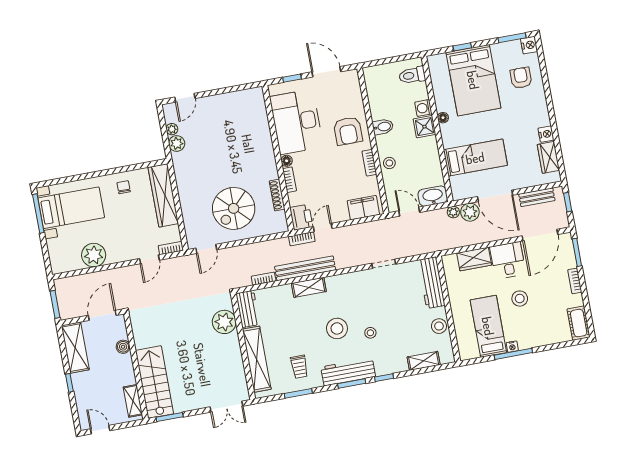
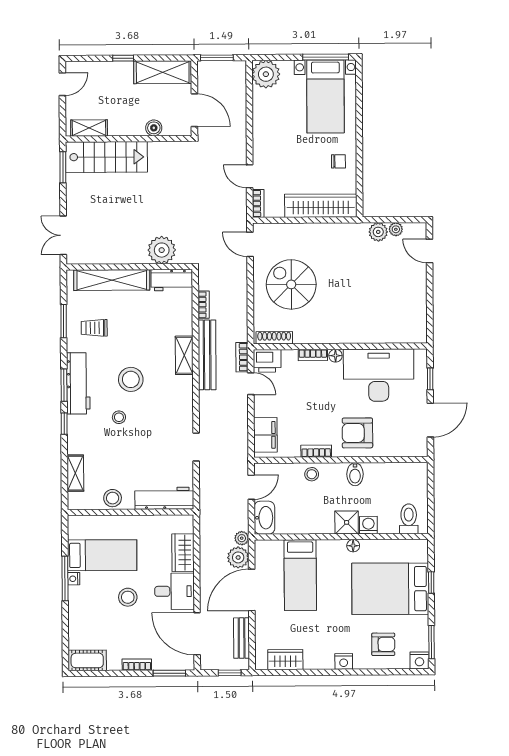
nightstand: (546, 134) -> (344, 661), moved
shoe rack: (277, 195) -> (274, 338), moved
plant: (94, 255) -> (266, 74), moved

